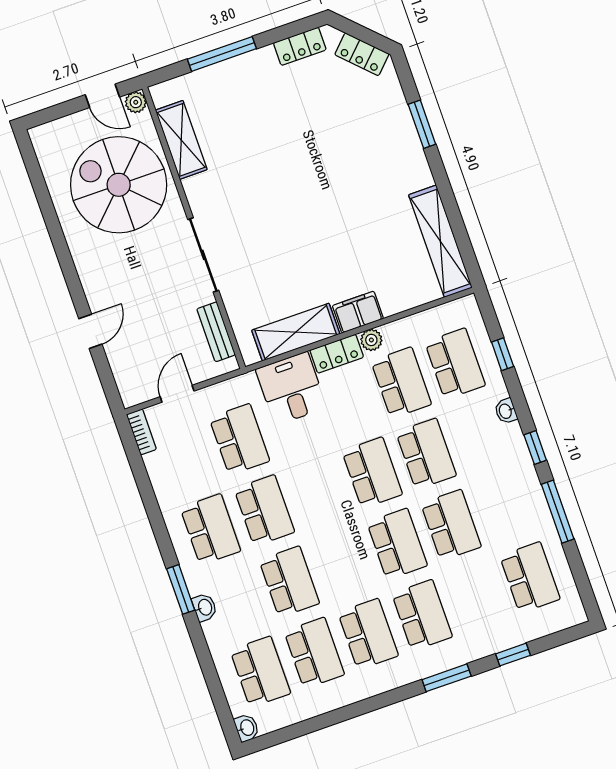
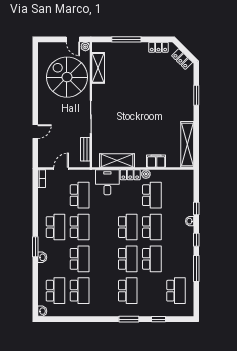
filing cabinet: (358, 312) -> (156, 161), moved
window: (503, 354) -> (196, 208), moved
school desk: (455, 364) -> (176, 195), removed
school desk: (368, 634) -> (104, 291), removed

